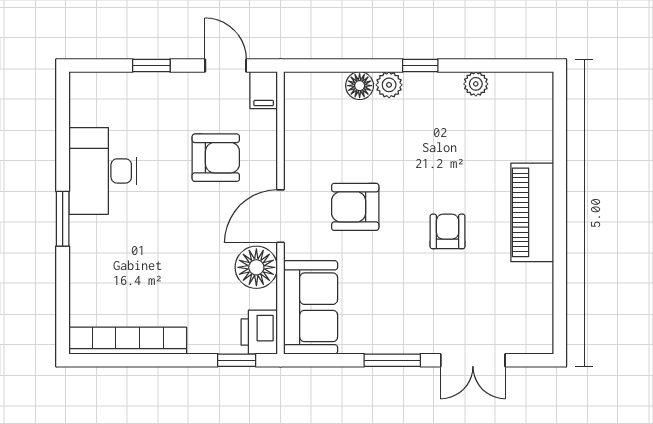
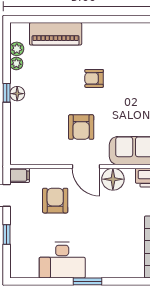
plant: (389, 85) -> (17, 49), moved
floor lamp: (360, 86) -> (17, 94), moved
piano: (532, 212) -> (56, 34), moved

